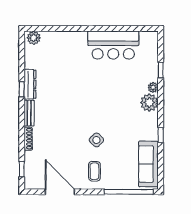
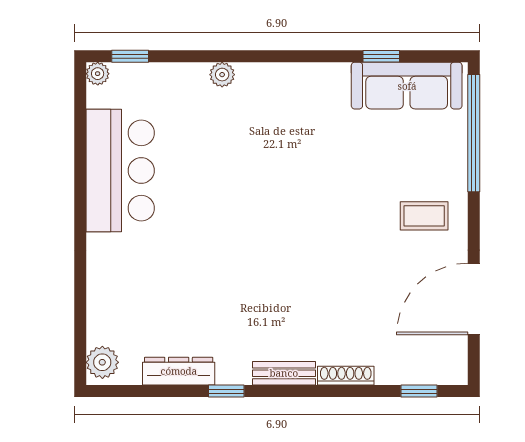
window: (161, 70) -> (130, 56), moved
dresser: (30, 84) -> (179, 371), moved
plant: (149, 103) -> (98, 74), moved, width x0.53, depth x0.53
window: (161, 135) -> (381, 56), moved
side table: (96, 140) -> (349, 211), removed

